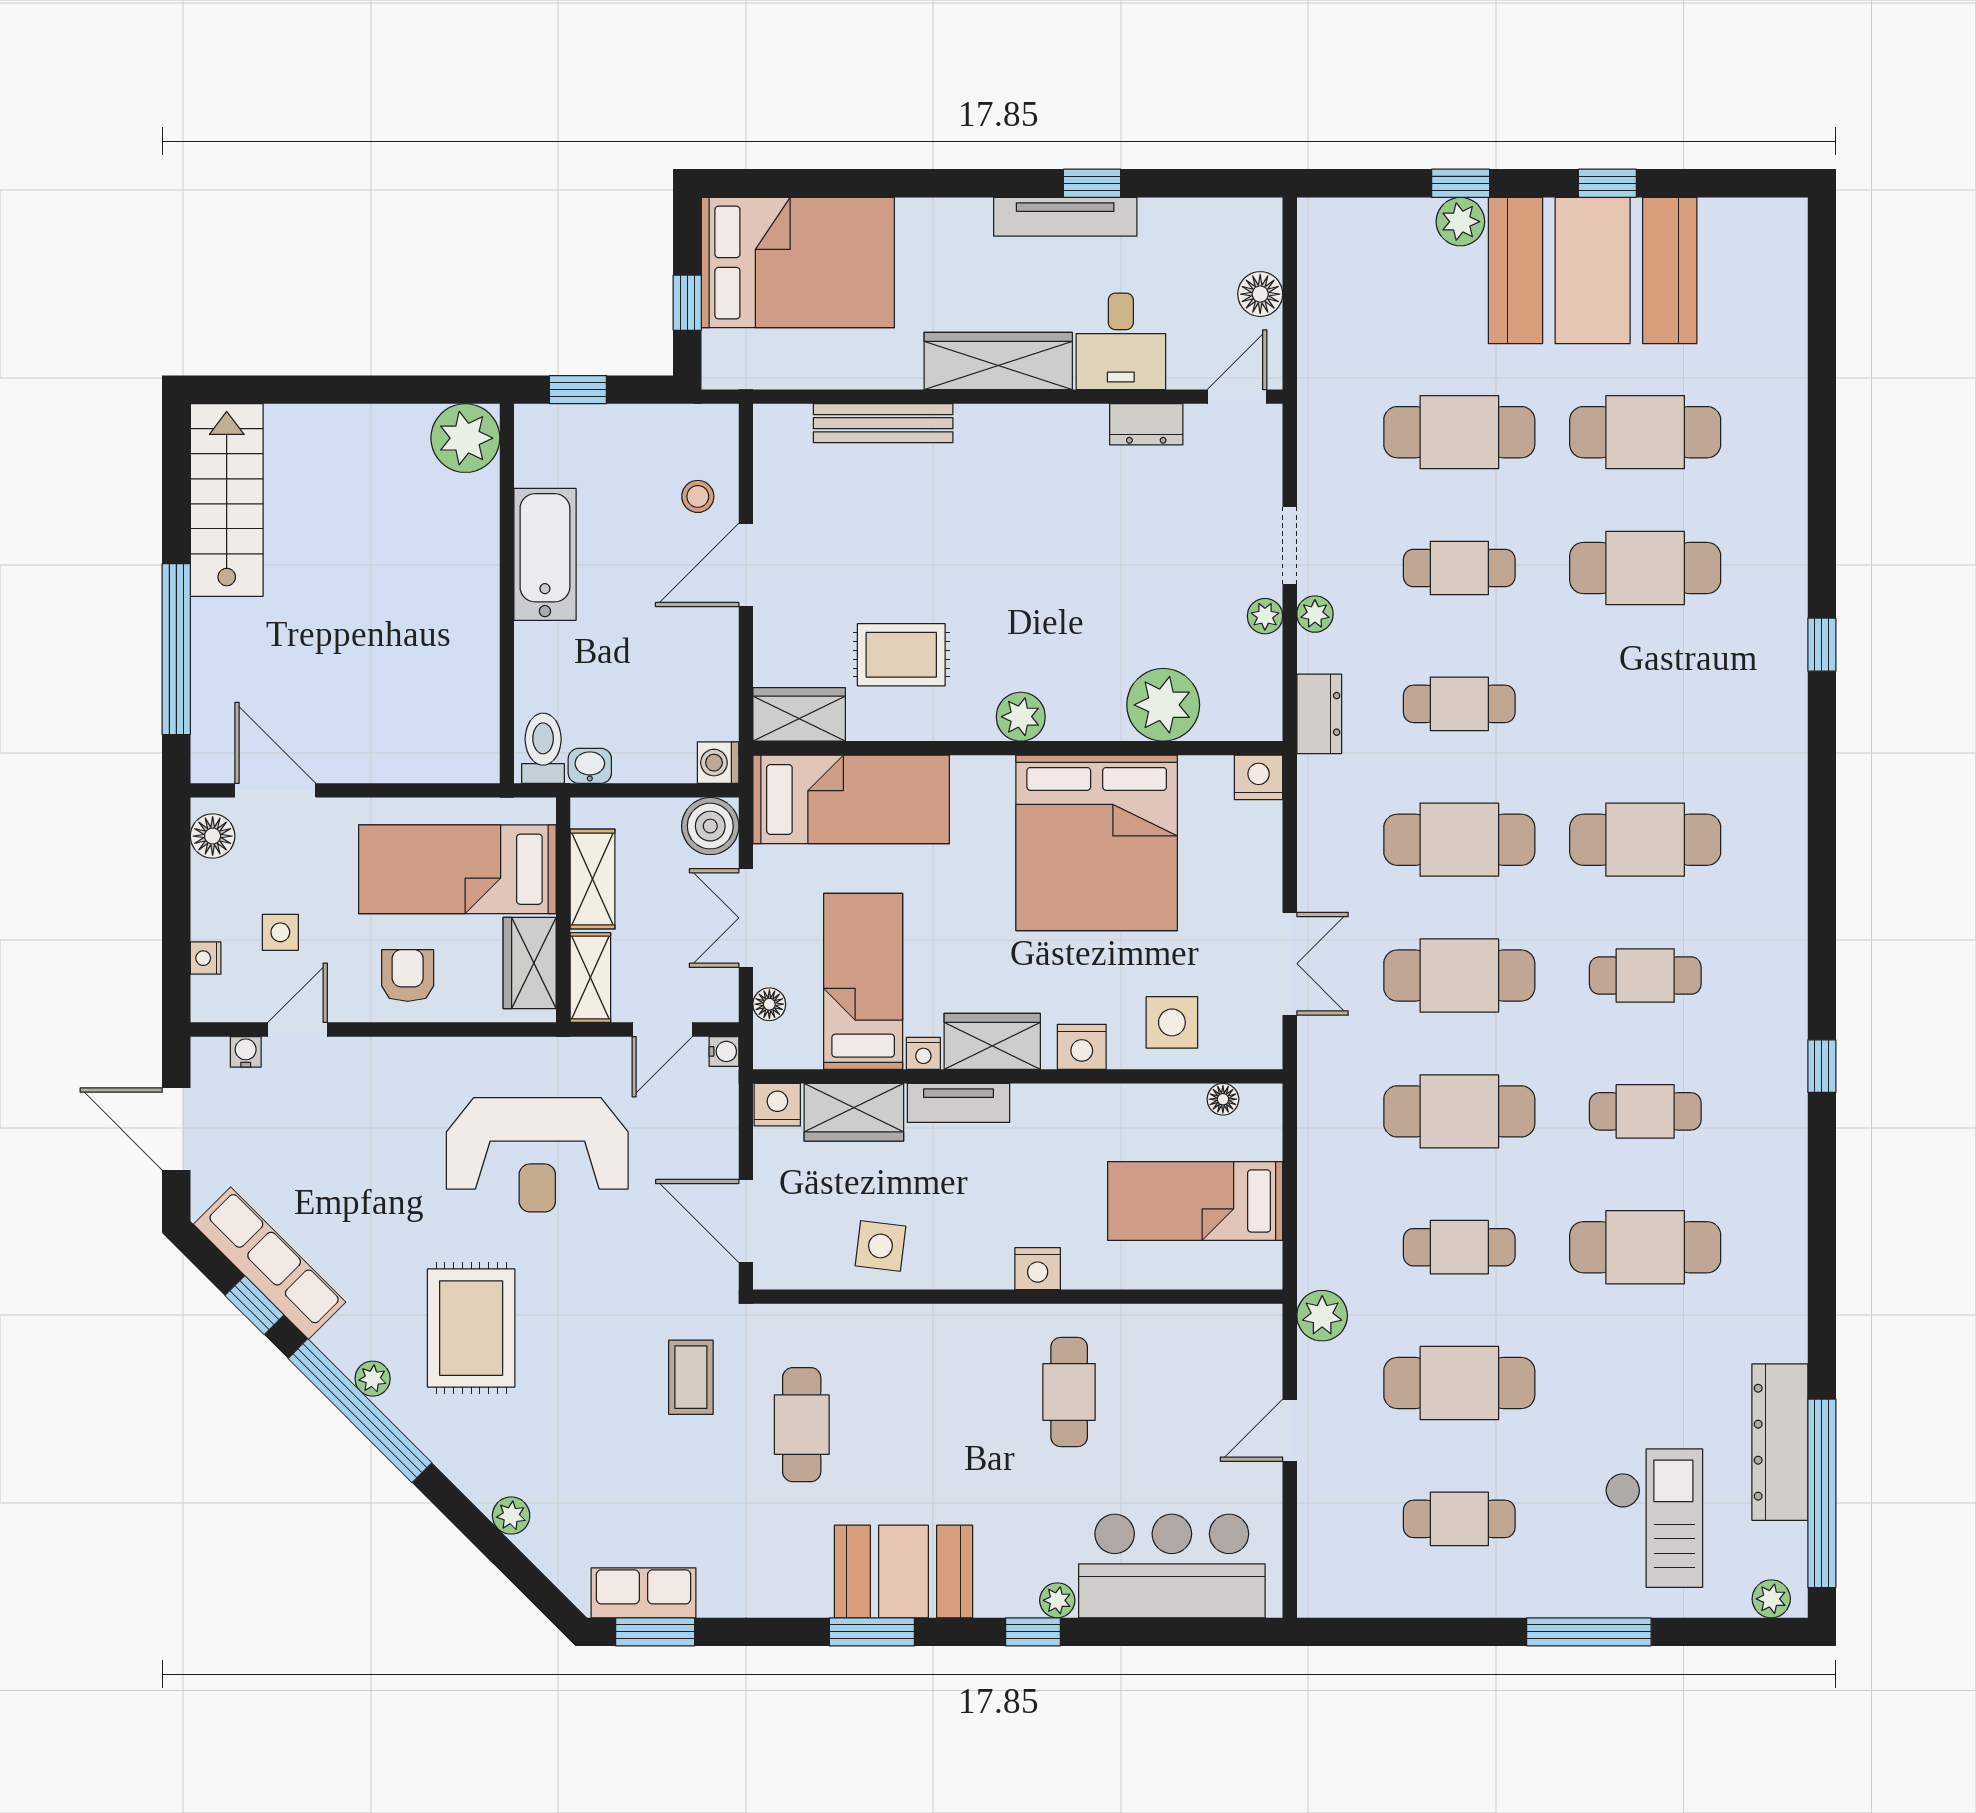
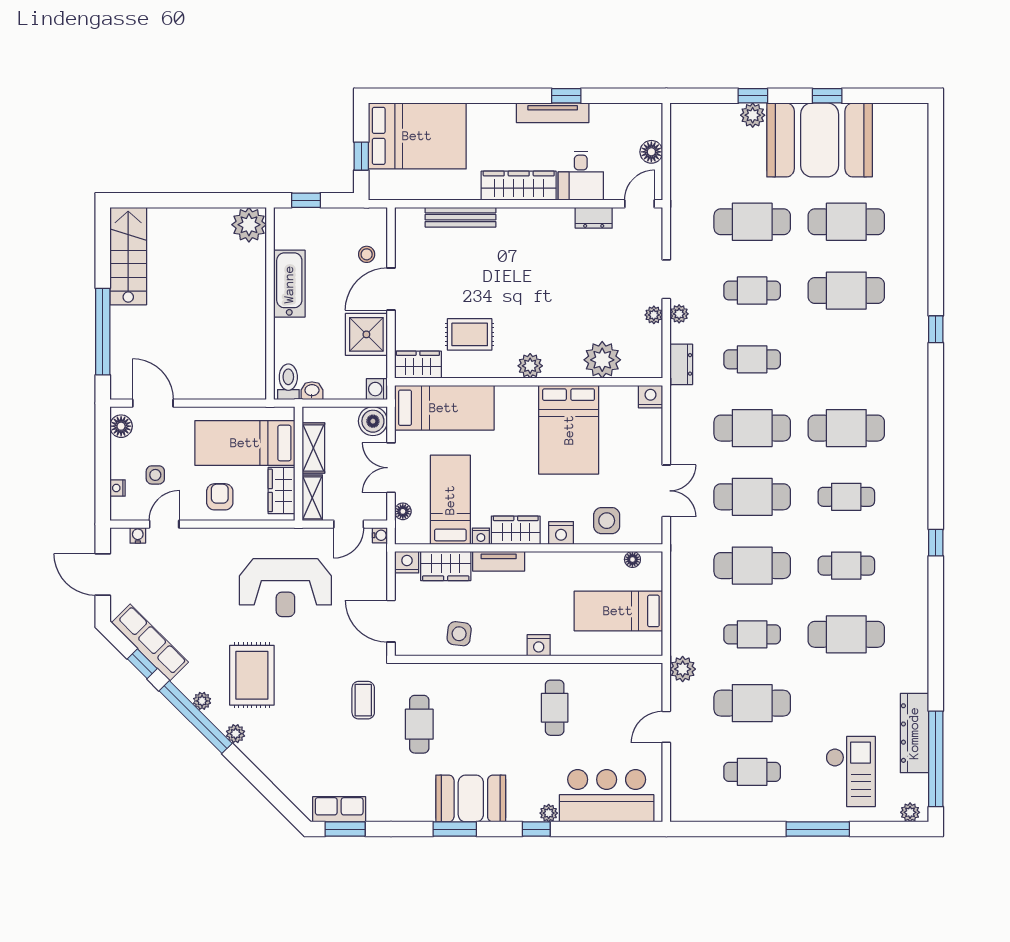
shower: (697, 655) -> (366, 334), added
bed: (1097, 843) -> (569, 430), width x0.73
plant: (511, 1516) -> (236, 734), moved

